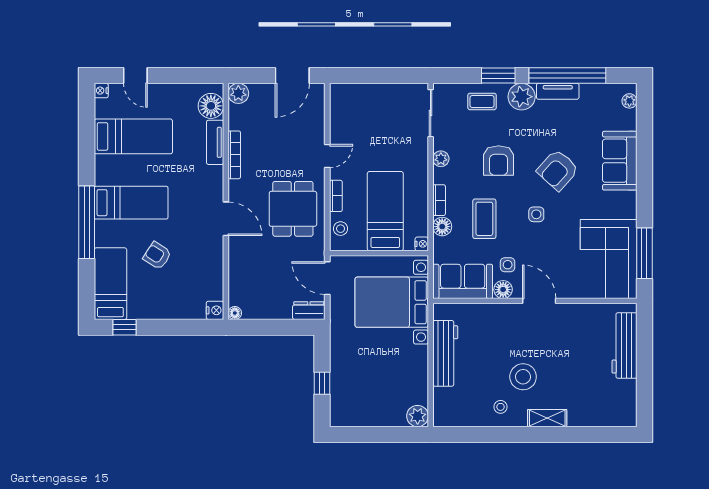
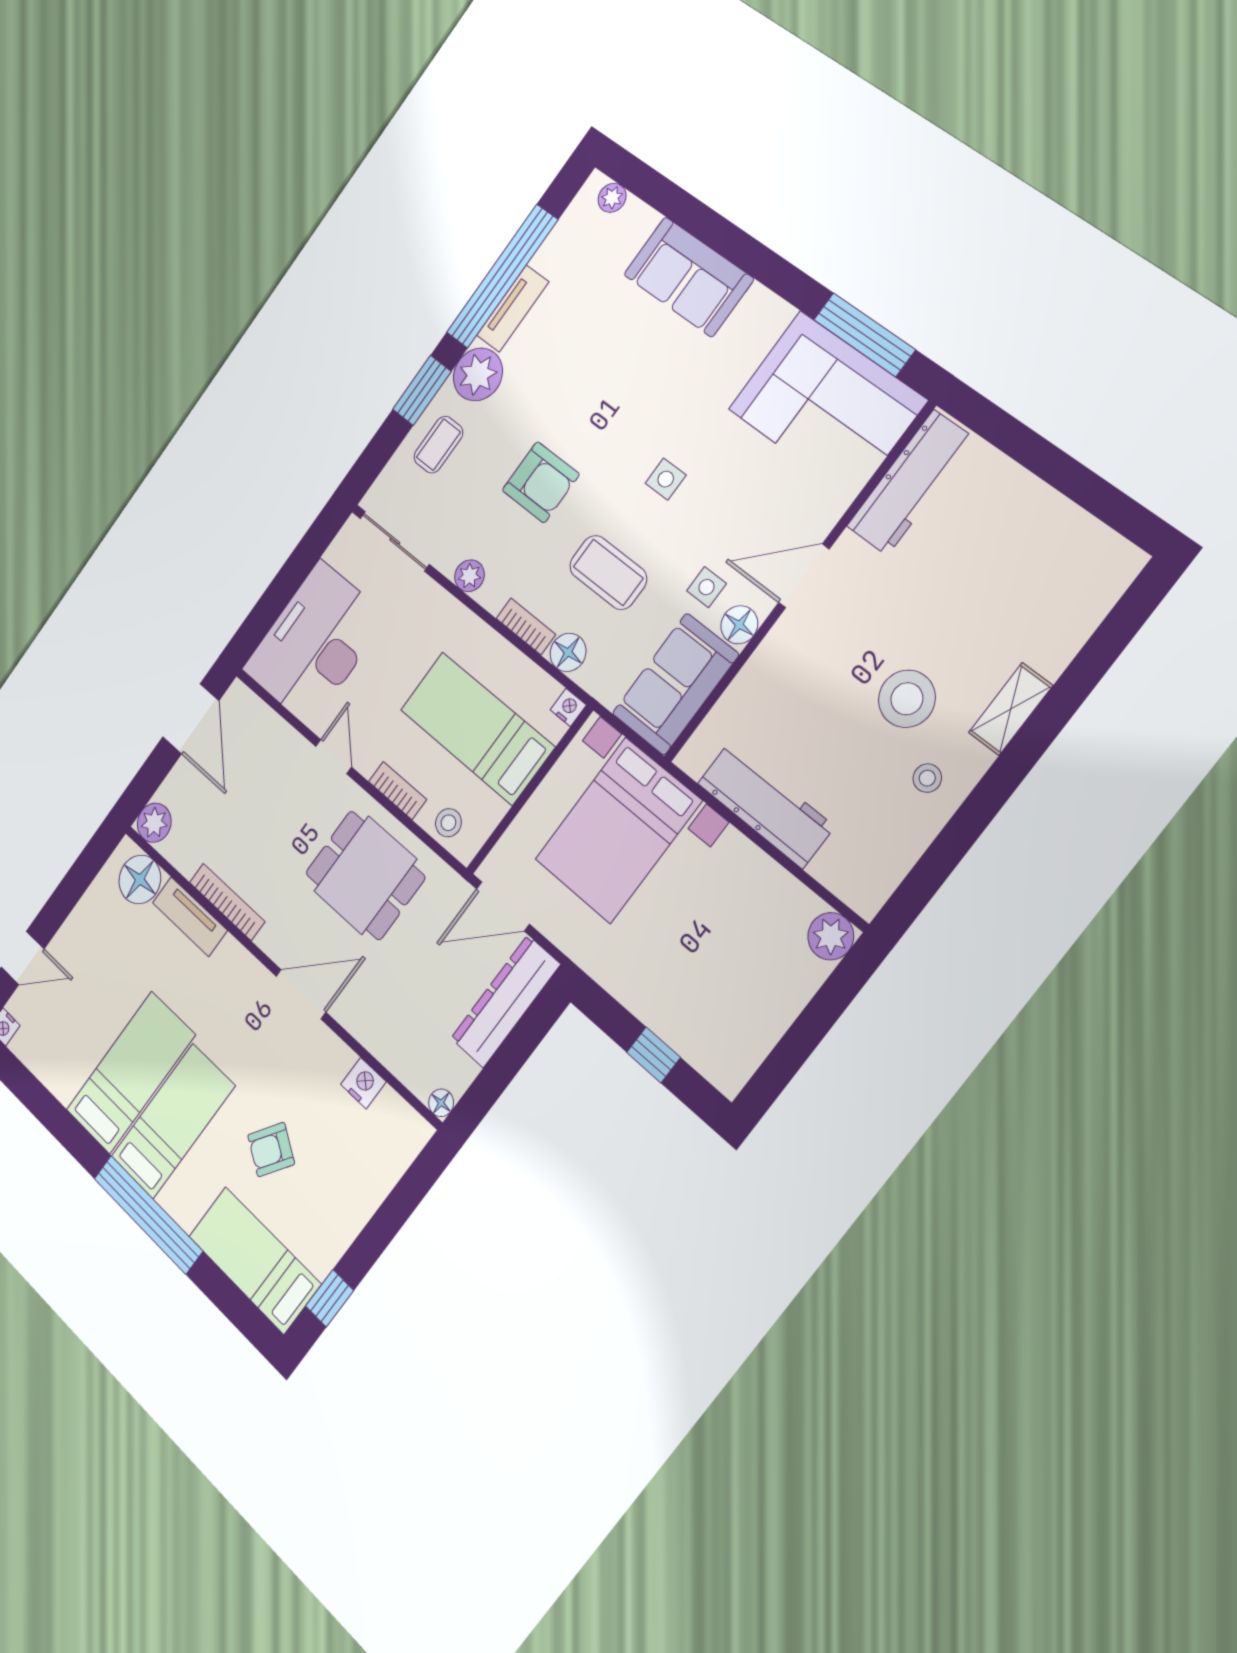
desk: (365, 110) -> (315, 643), added
bed: (133, 136) -> (131, 1073), moved
armchair: (558, 170) -> (626, 393), removed
nightstand: (215, 310) -> (363, 1083), moved
dresser: (309, 311) -> (505, 1001), width x1.96, depth x1.24
workbench: (624, 345) -> (910, 483), moved, turned -90

